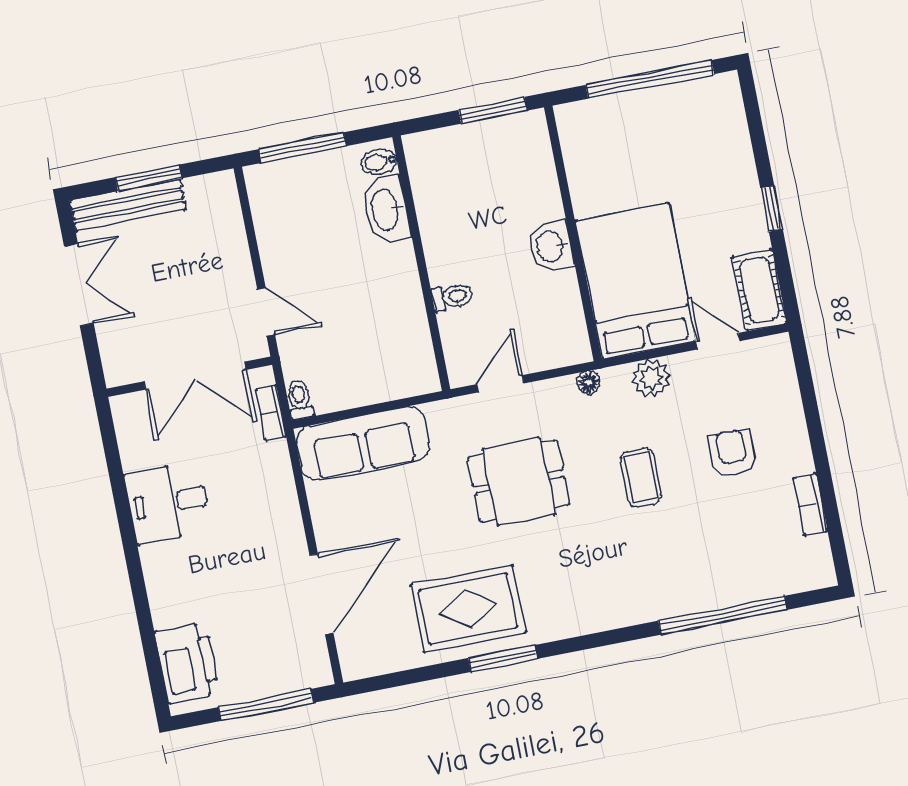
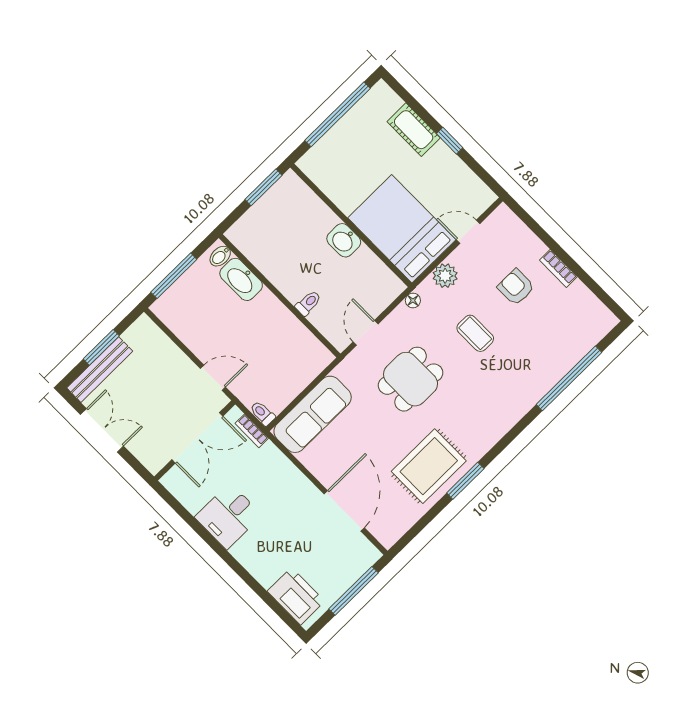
cot: (759, 290) -> (414, 130), moved
bookcase: (810, 505) -> (558, 268), moved

